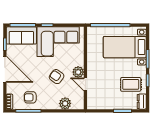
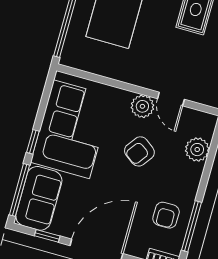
door: (85, 84) -> (171, 99), hinge flipped

